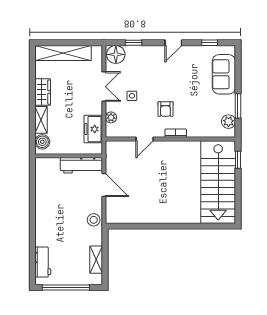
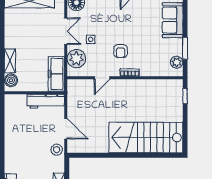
wardrobe: (43, 92) -> (11, 36), removed
plant: (111, 117) -> (76, 59), width x1.87, depth x1.87
freezer: (93, 129) -> (56, 74), width x1.40
stairs: (218, 182) -> (146, 138), moved, turned 90
door: (104, 185) -> (66, 129), moved

